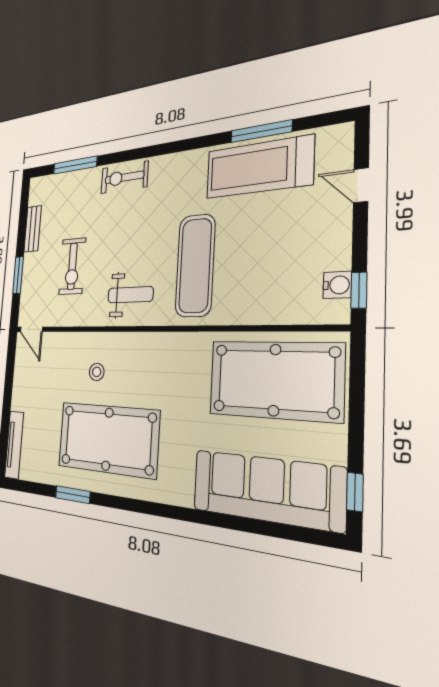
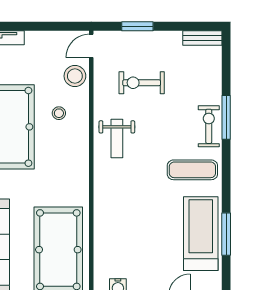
window: (75, 165) -> (226, 117), moved
bench: (33, 229) -> (202, 38), moved
exercise mat: (195, 265) -> (192, 170), moved, width x0.73, depth x0.69
stool: (59, 350) -> (75, 76), added

